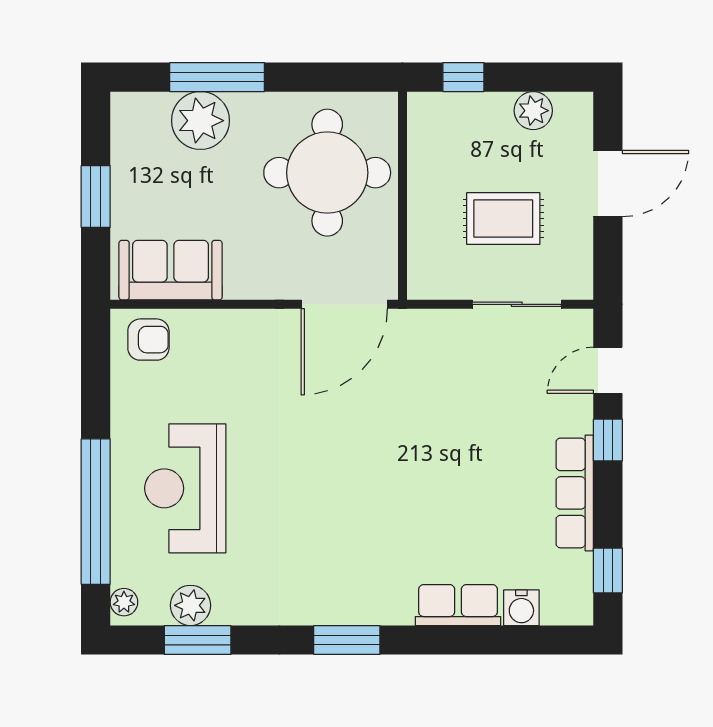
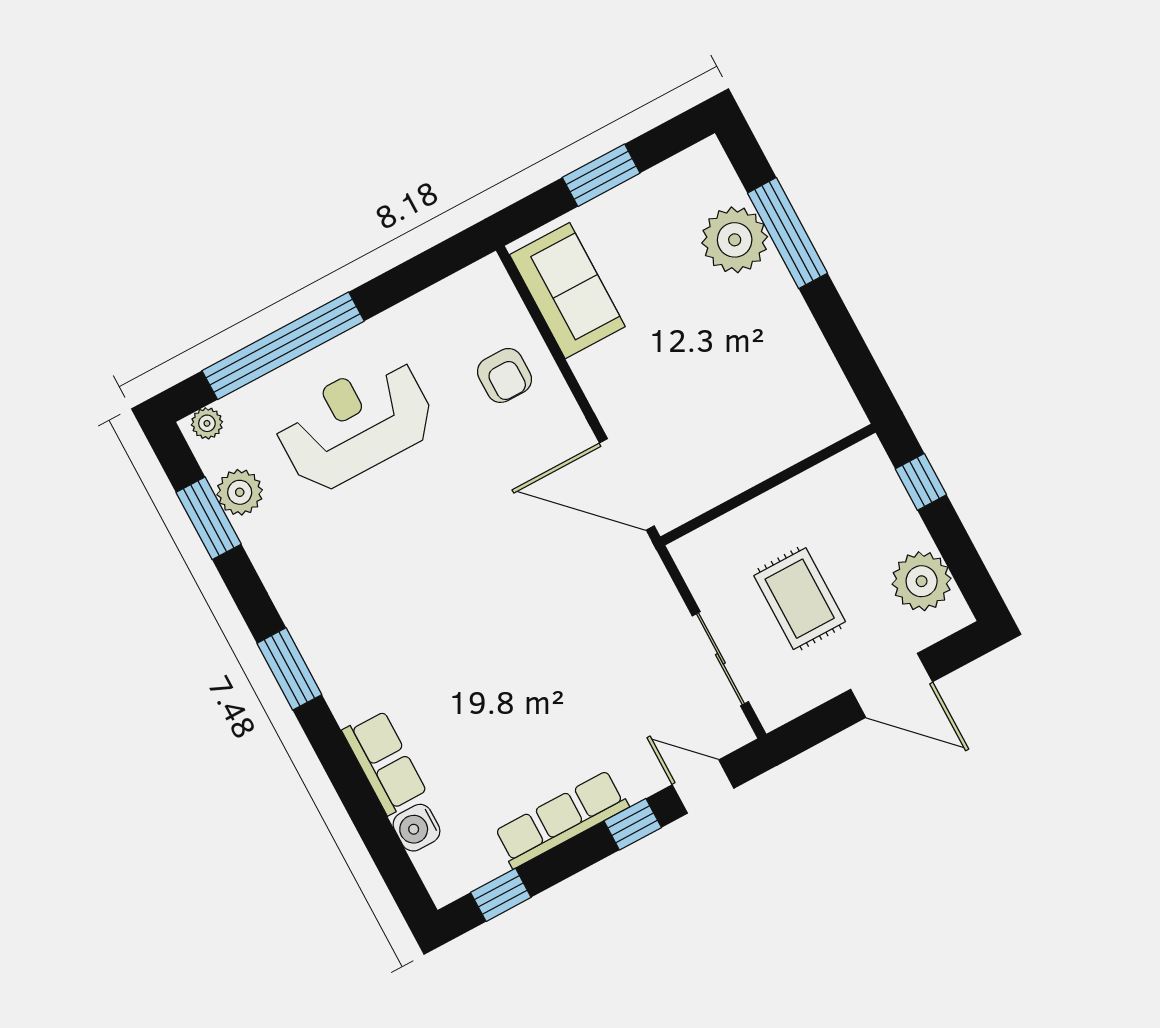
plant: (533, 111) -> (922, 581), width x1.36, depth x1.36
round table: (327, 173) -> (751, 396), removed
armchair: (148, 340) -> (505, 375), moved

